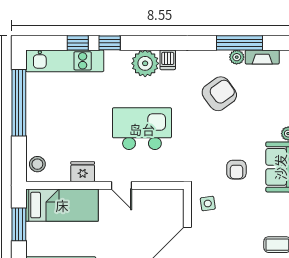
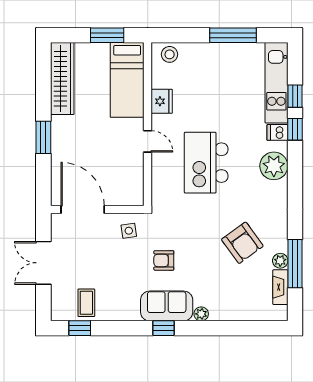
dishwasher: (168, 60) -> (277, 132), moved
window: (19, 103) -> (233, 35), width x0.68
kitchen island: (142, 129) -> (206, 163), turned 180
door: (121, 185) -> (148, 141), swing flipped

